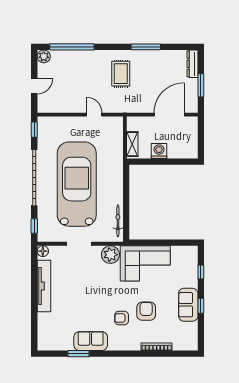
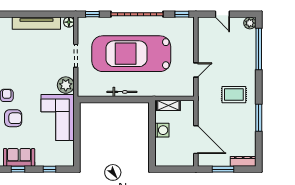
car: (77, 184) -> (131, 54), turned 180
bicycle: (118, 221) -> (122, 92), moved

